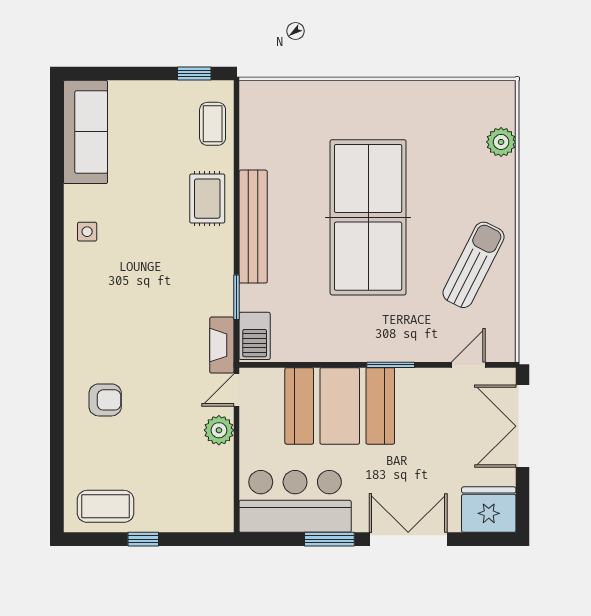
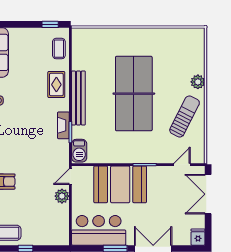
plant: (501, 142) -> (198, 82), moved
fireplace: (222, 345) -> (63, 125), moved
fridge: (489, 510) -> (198, 237), width x0.53, depth x0.75

